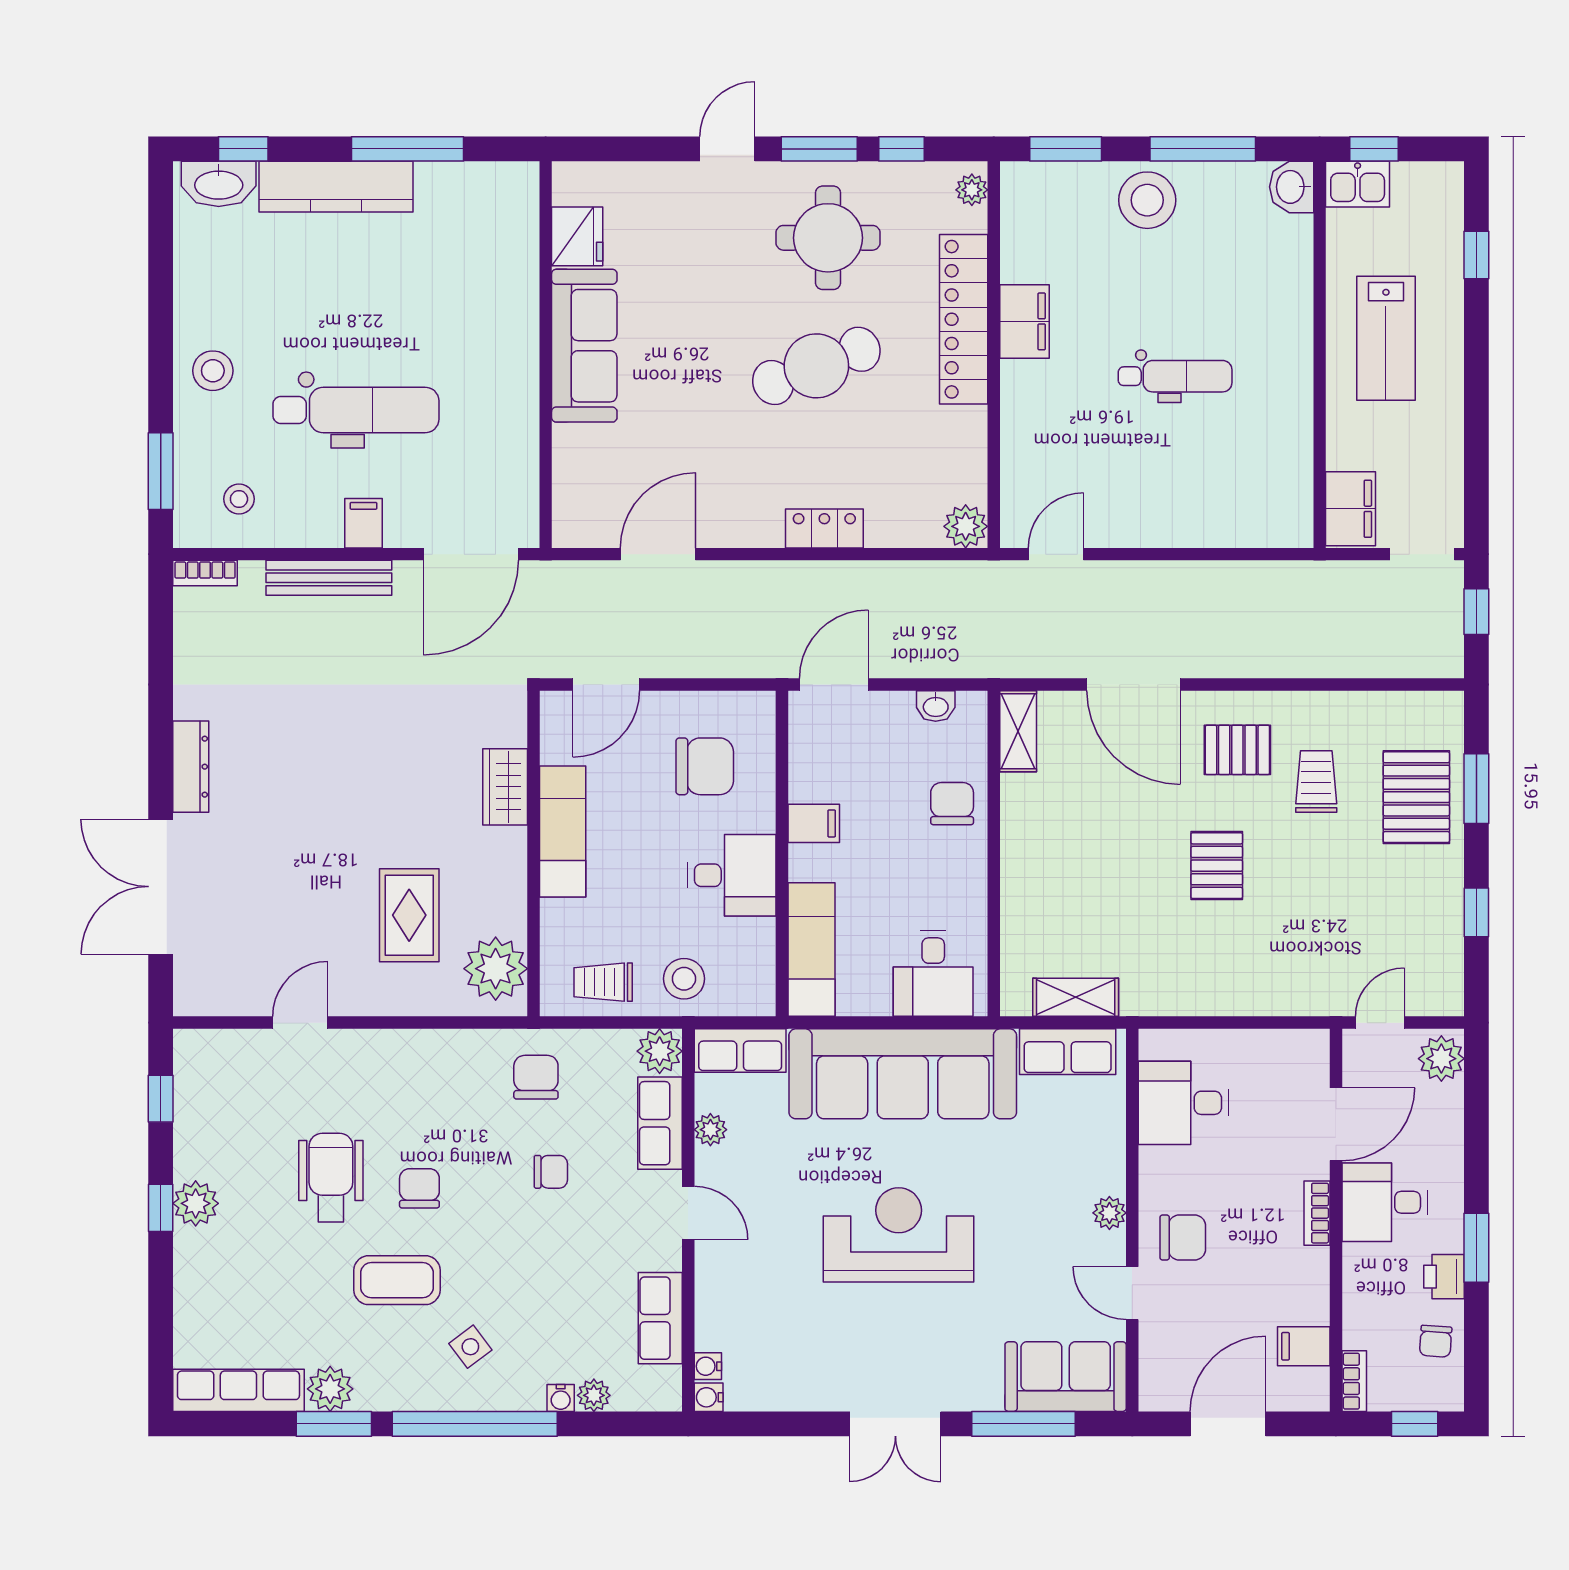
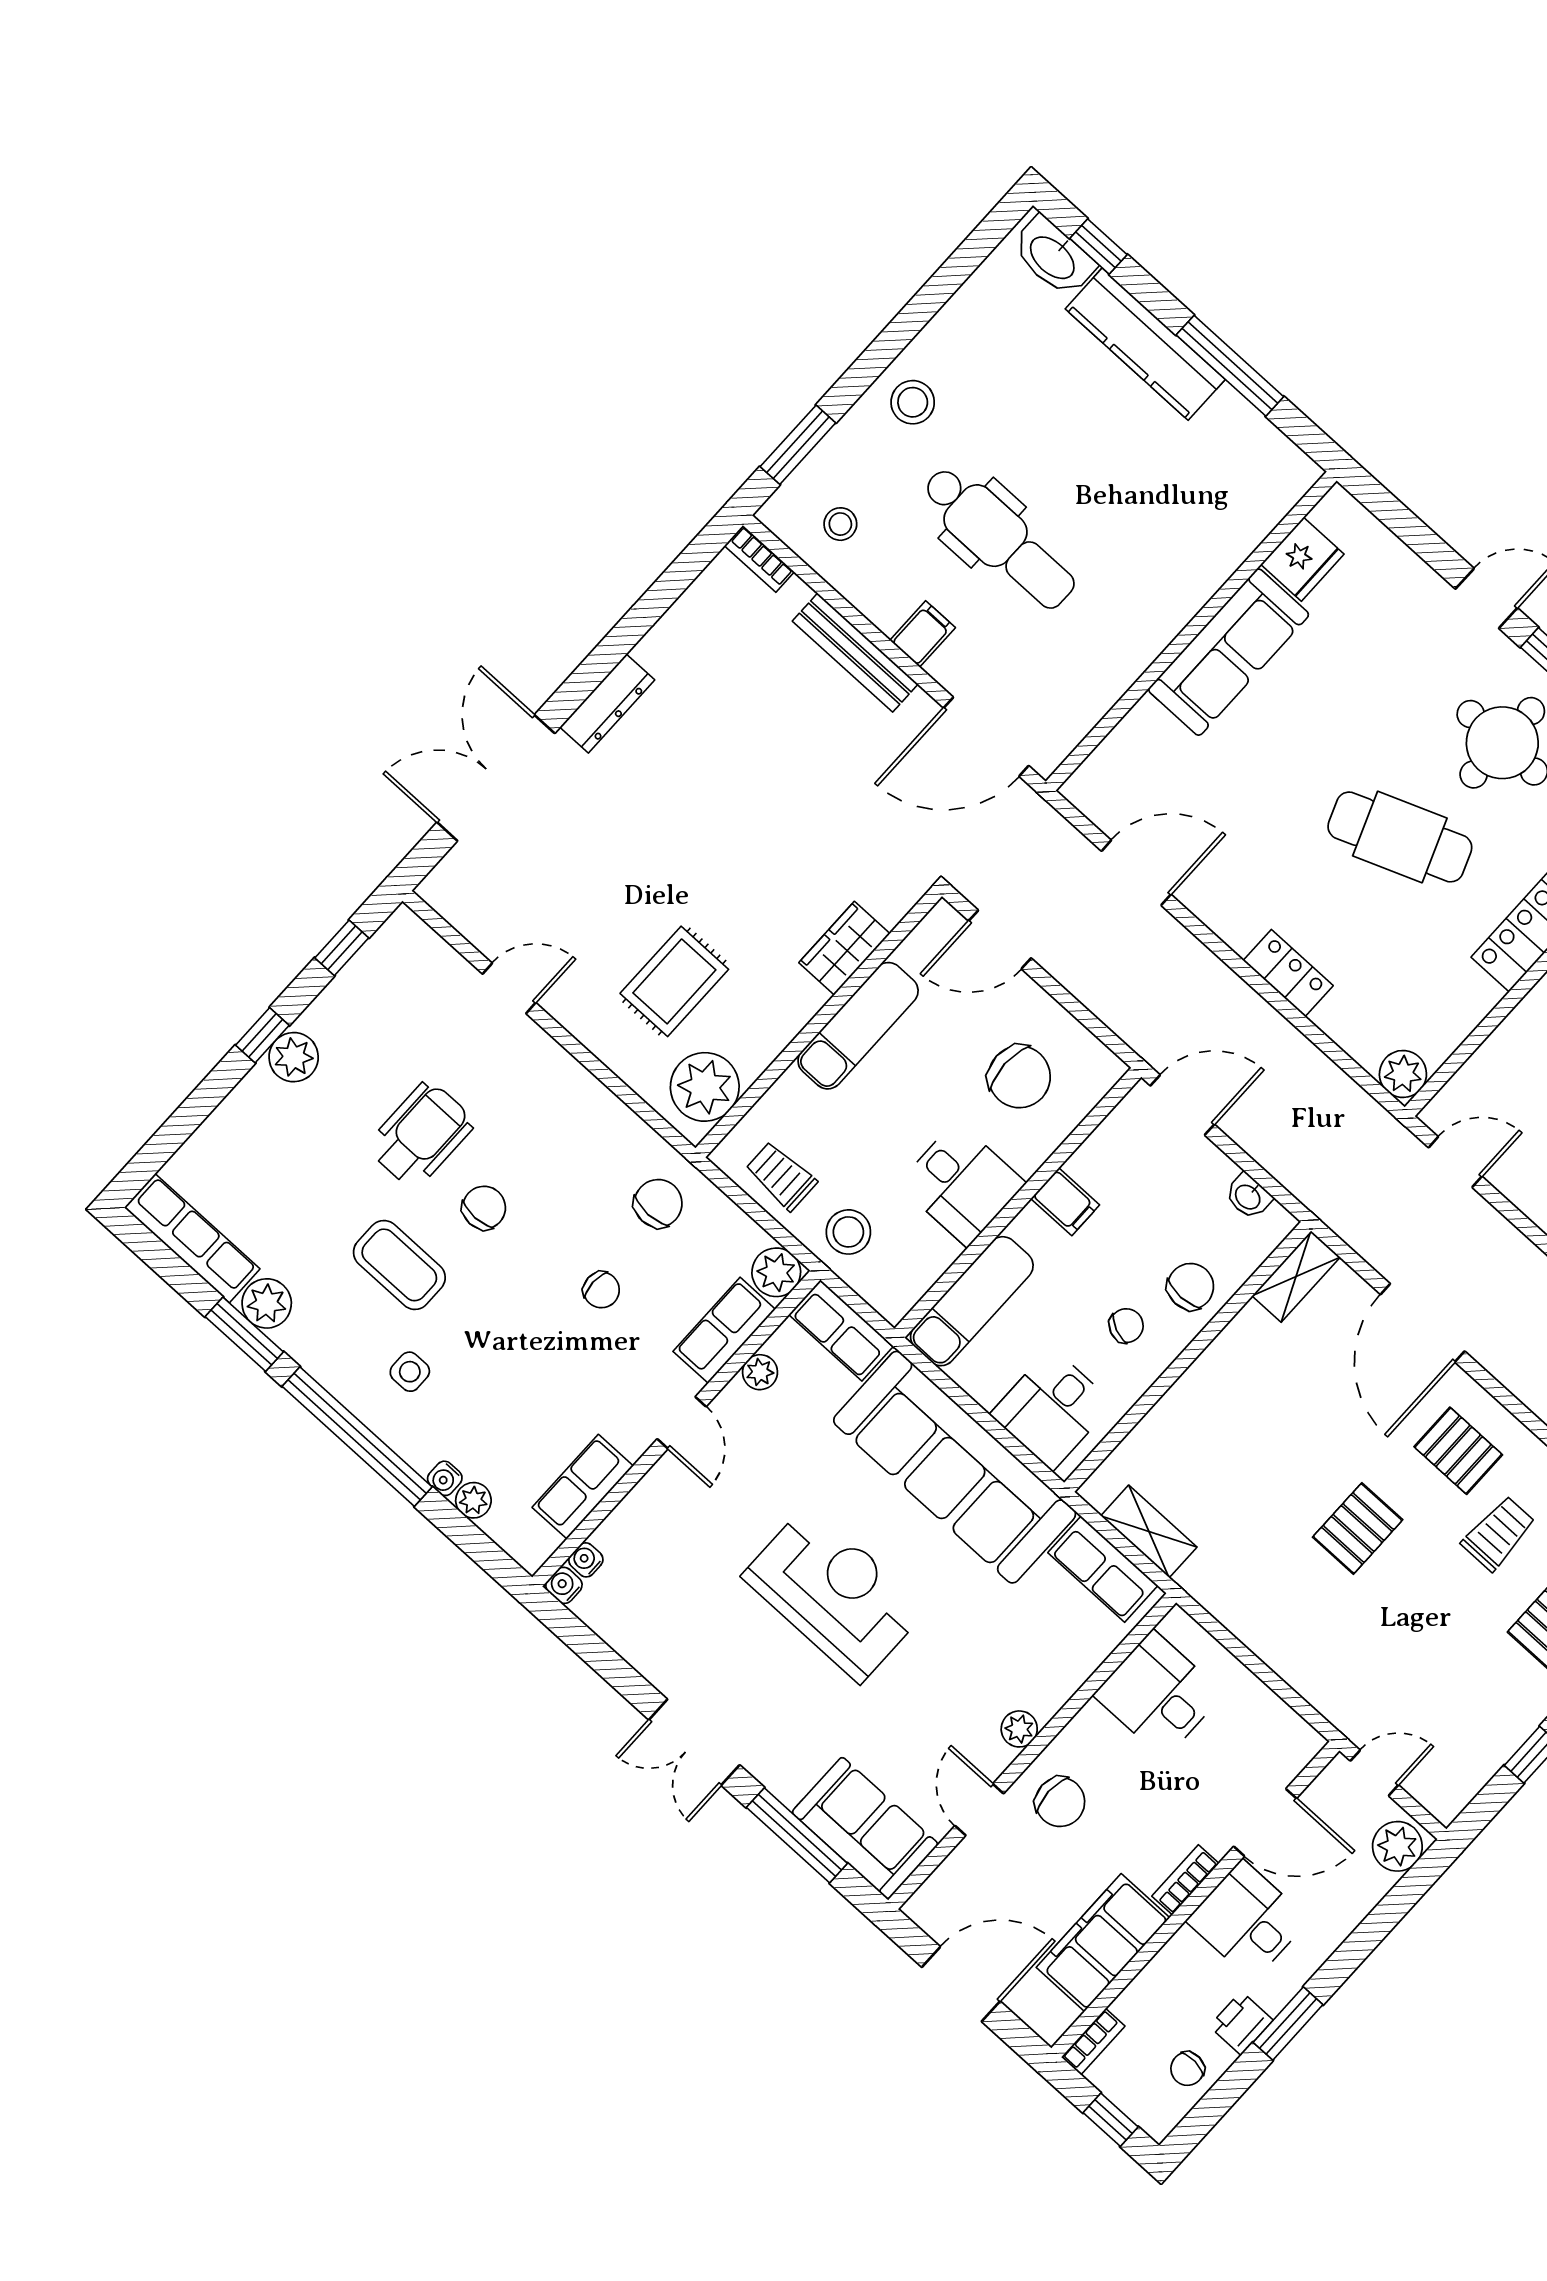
chair: (932, 870) -> (1126, 1326), added
filing cabinet: (1304, 1346) -> (1103, 1942), width x3.00, depth x1.17
side table: (470, 1347) -> (410, 1372), turned 37

